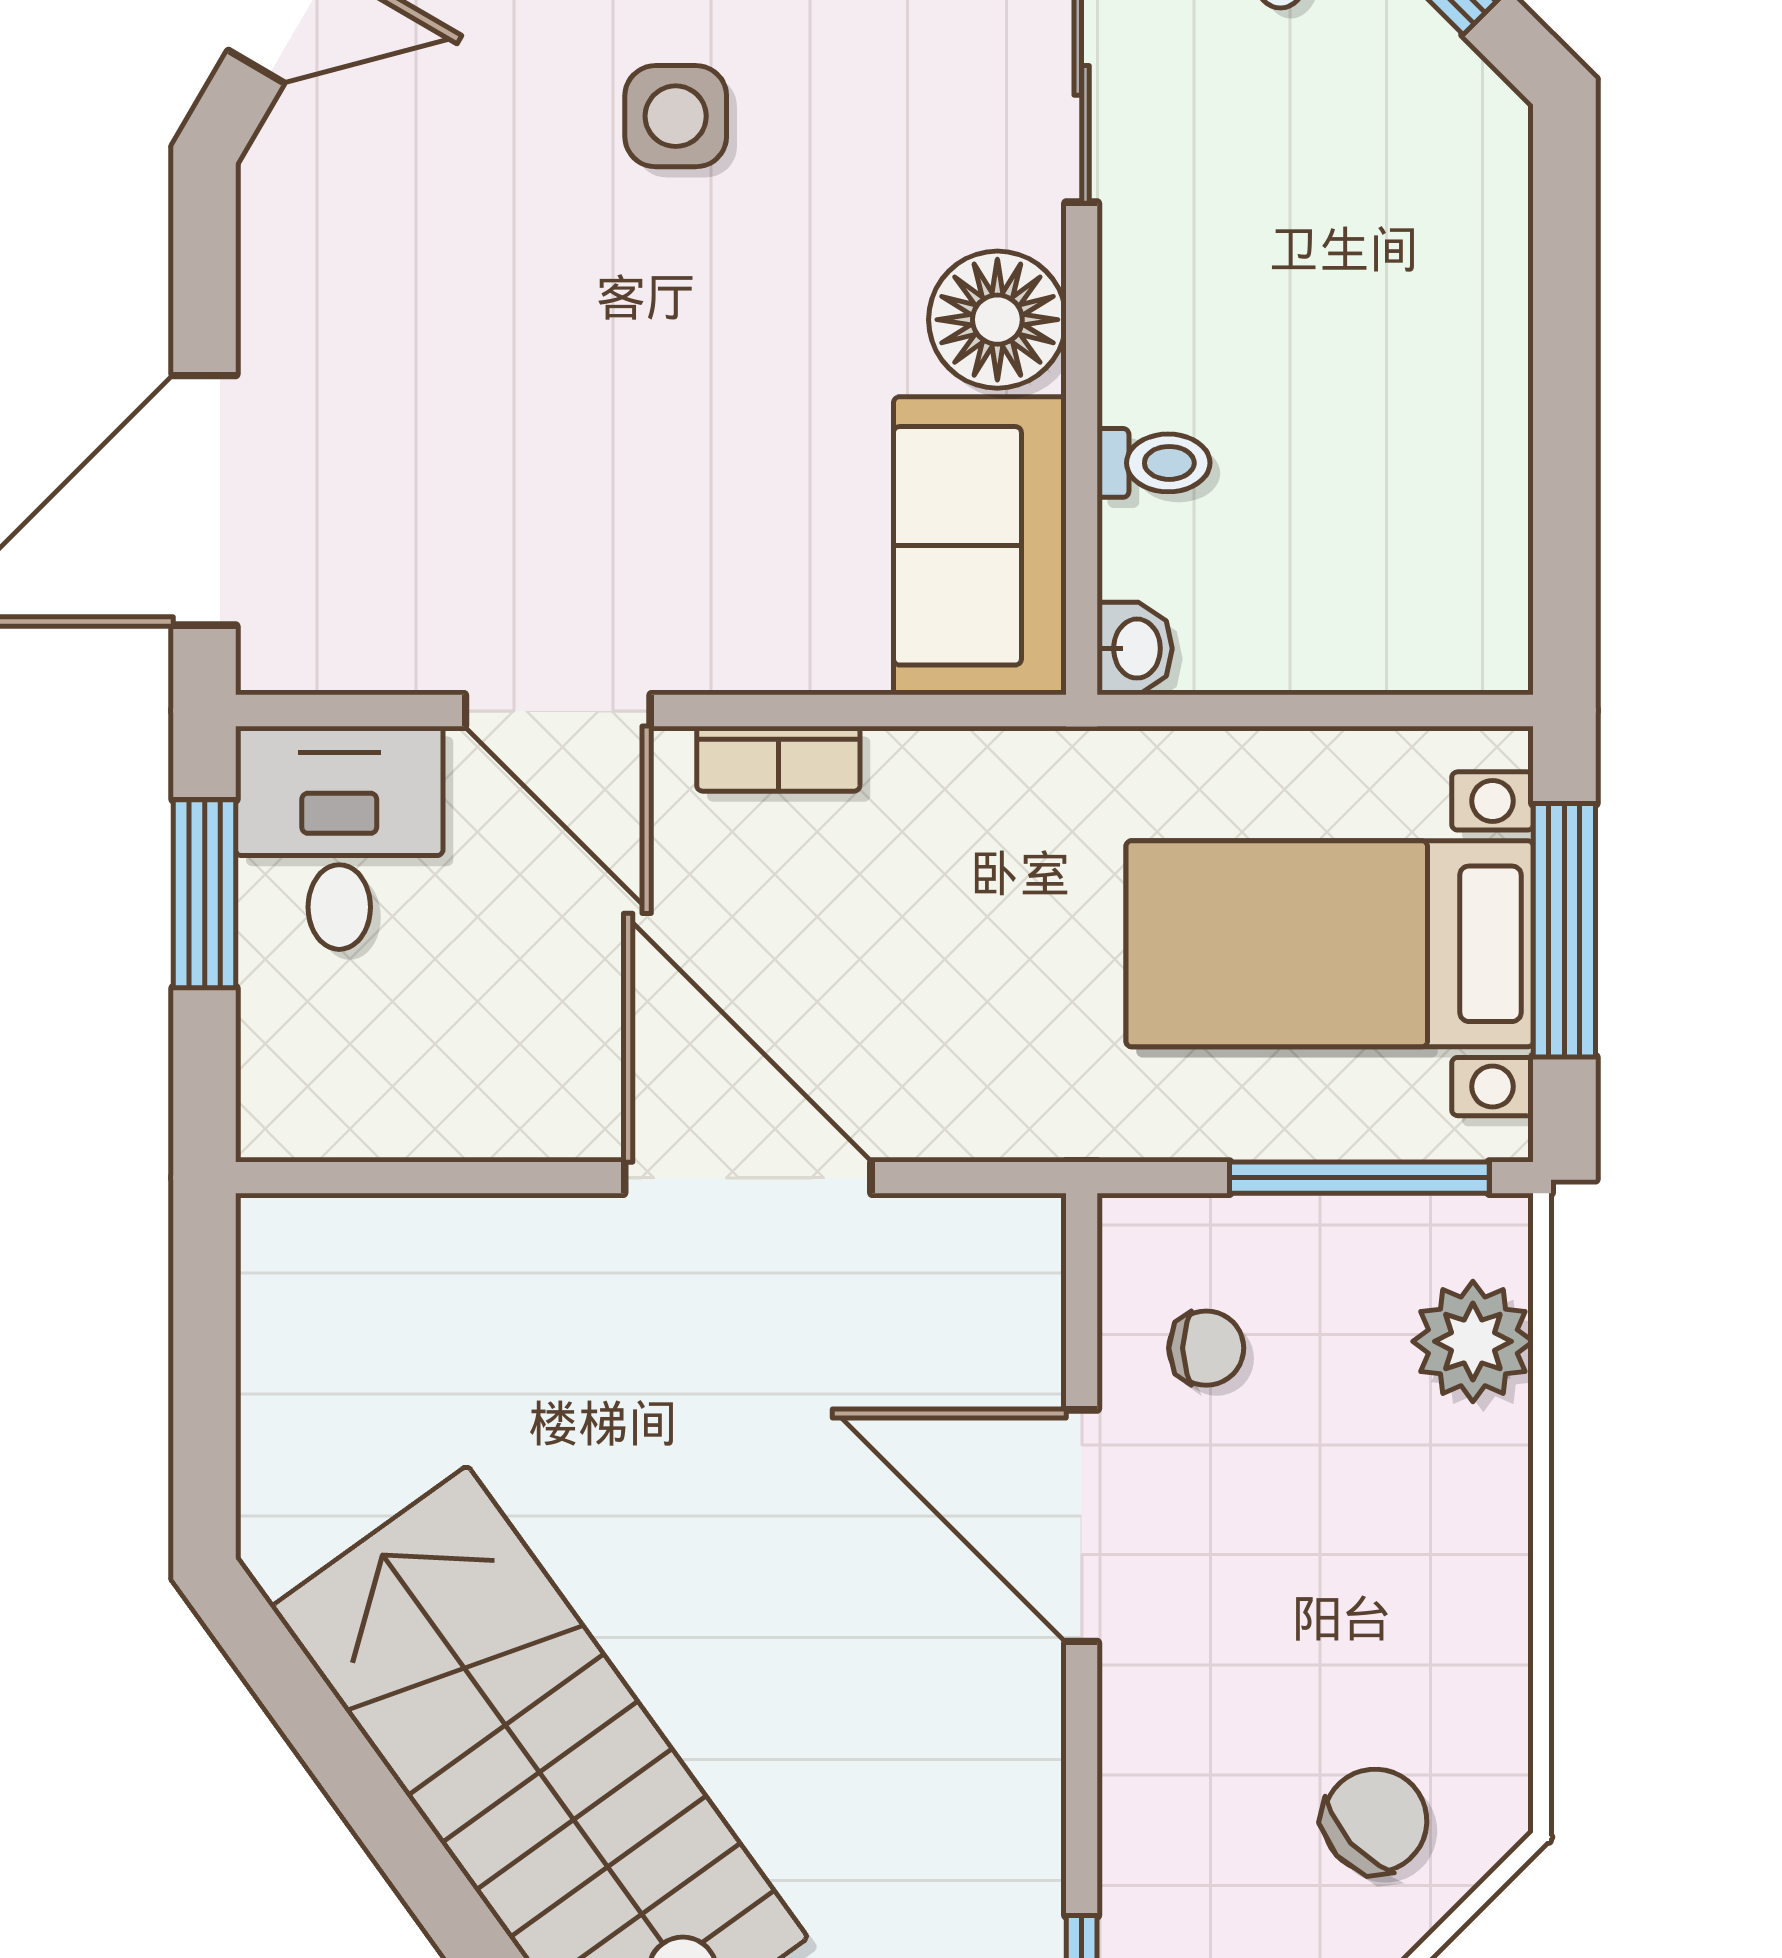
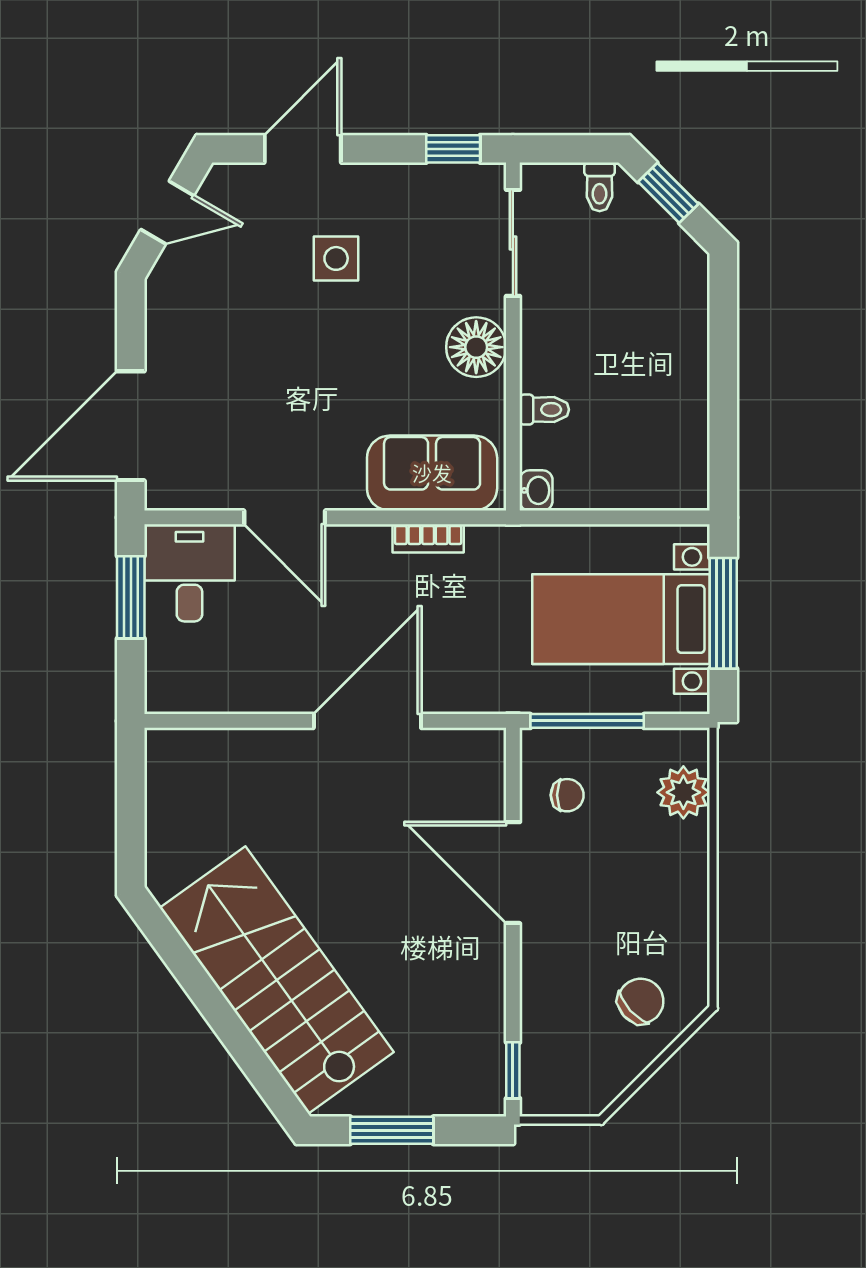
sofa: (980, 546) -> (432, 473), moved, turned 90
bookcase: (778, 759) -> (428, 538), moved
door: (748, 1178) -> (367, 721), hinge flipped
window: (1359, 1178) -> (587, 721), moved

